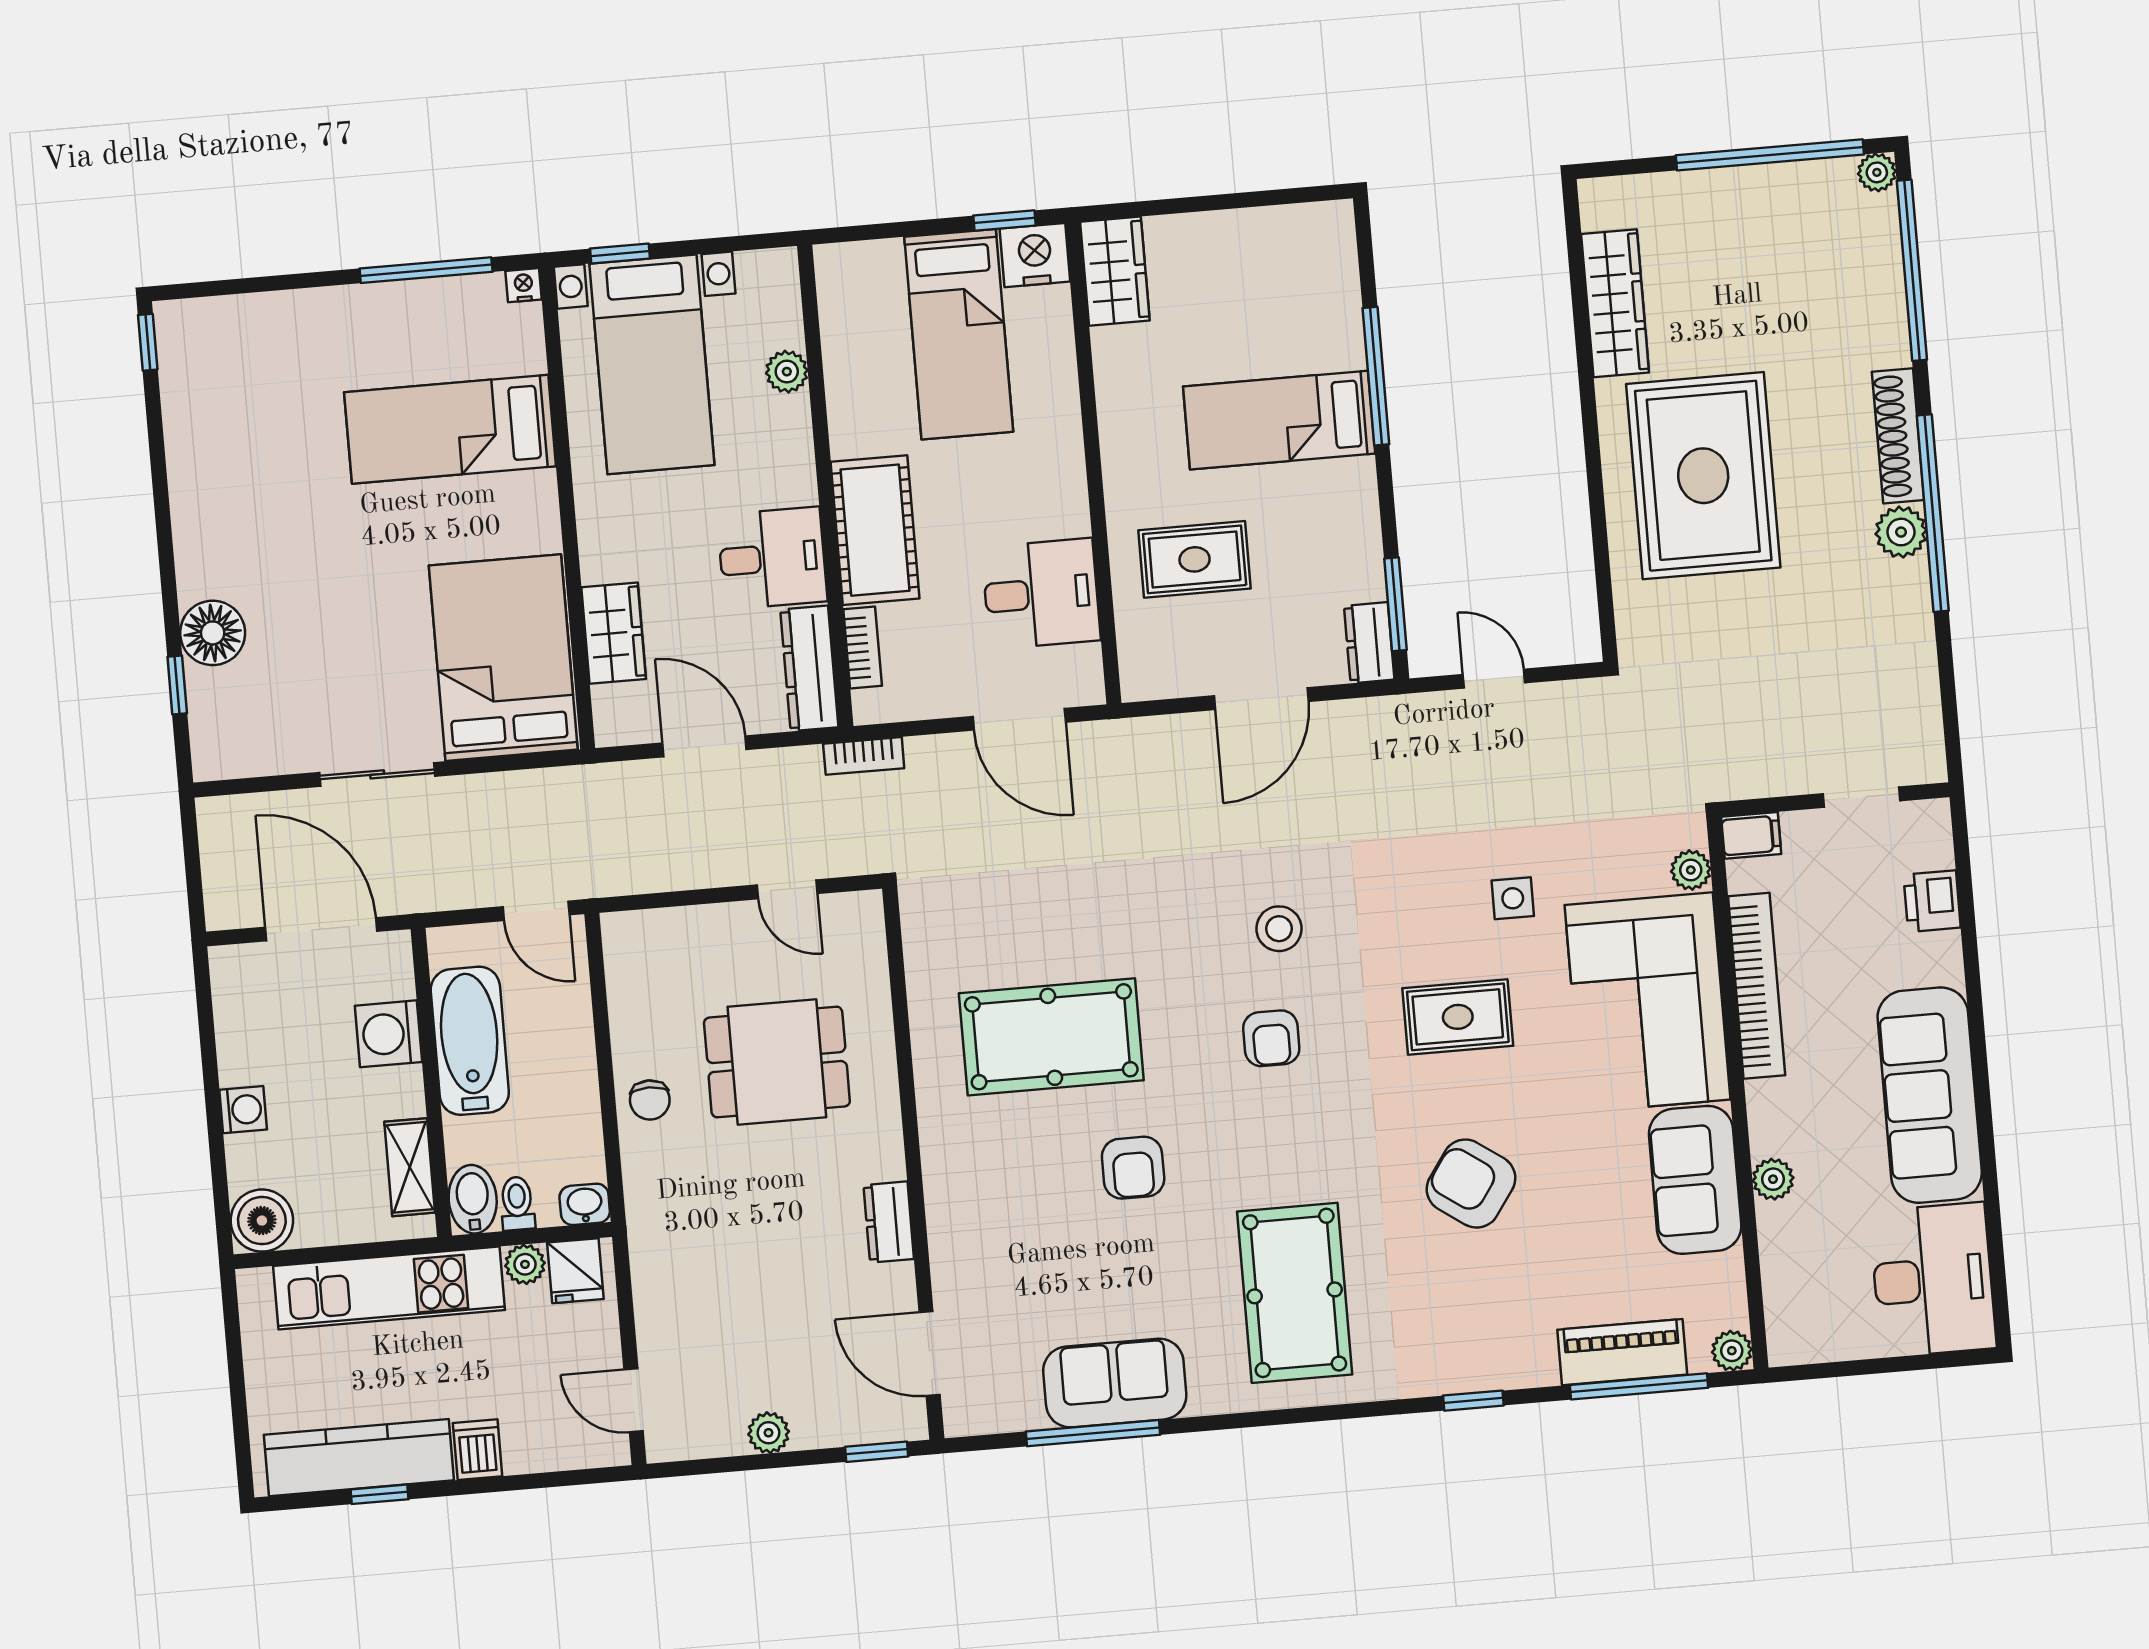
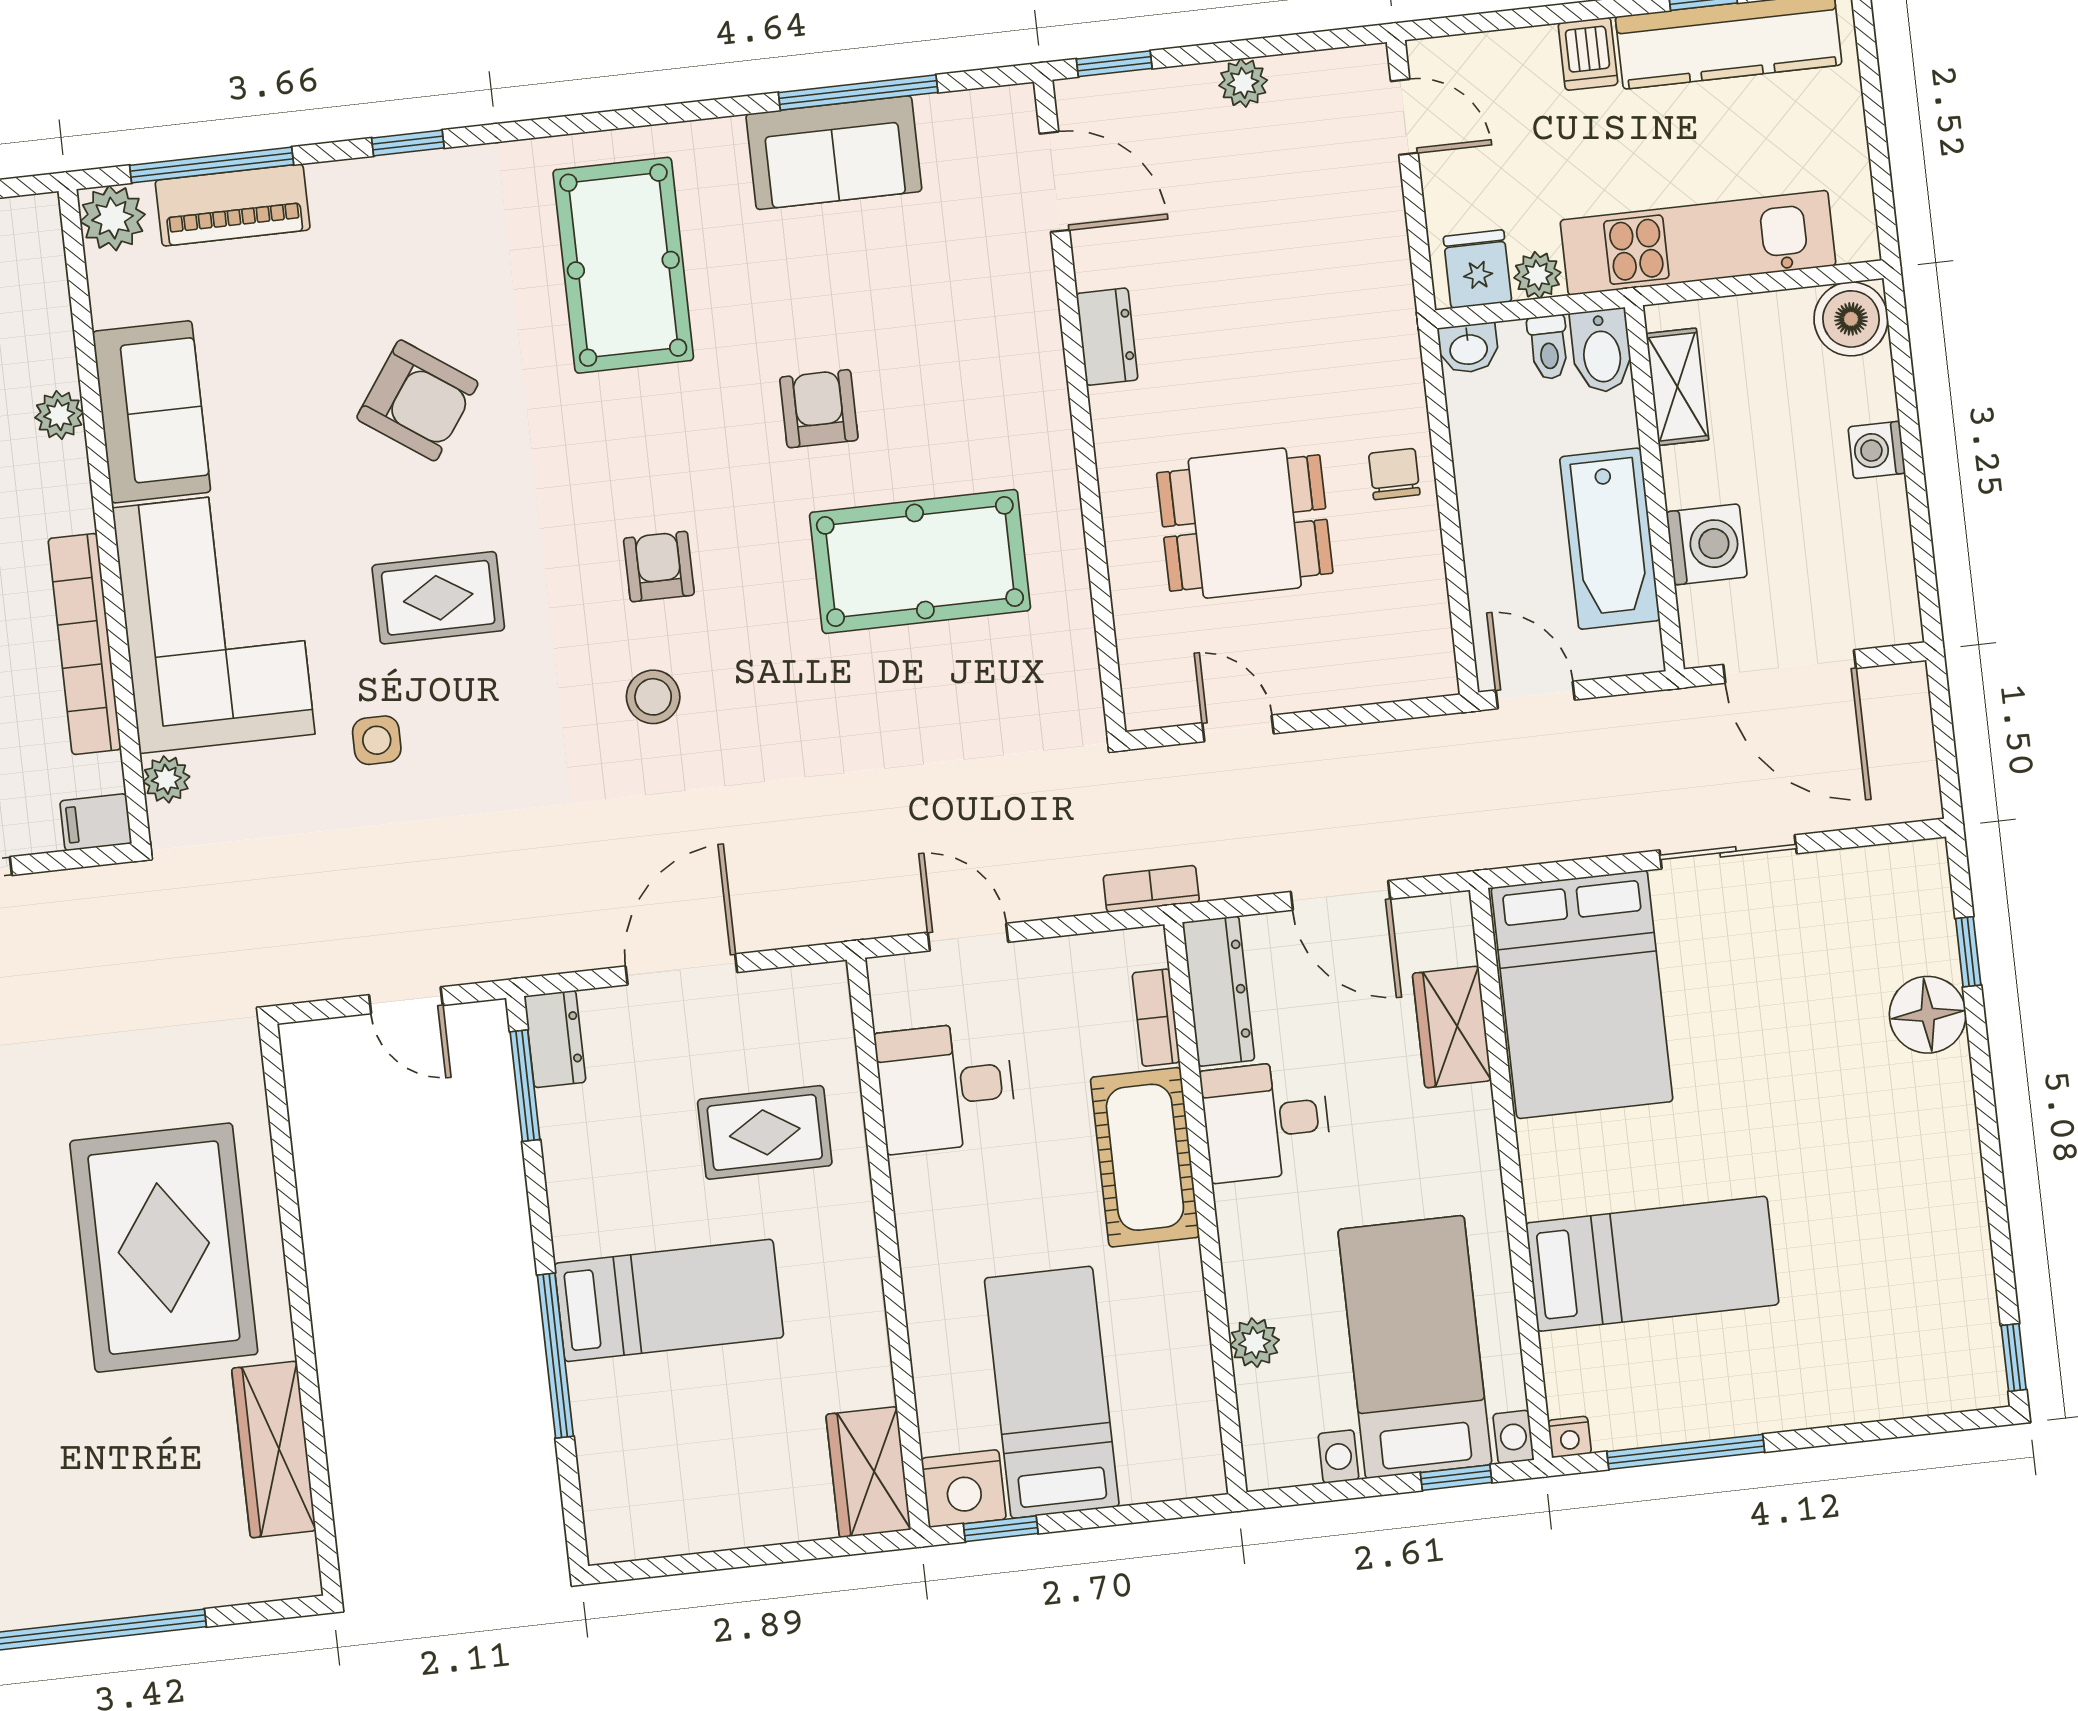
door: (1019, 719) -> (968, 937), width x0.73
plant: (1732, 1351) -> (113, 218), width x1.38, depth x1.38

